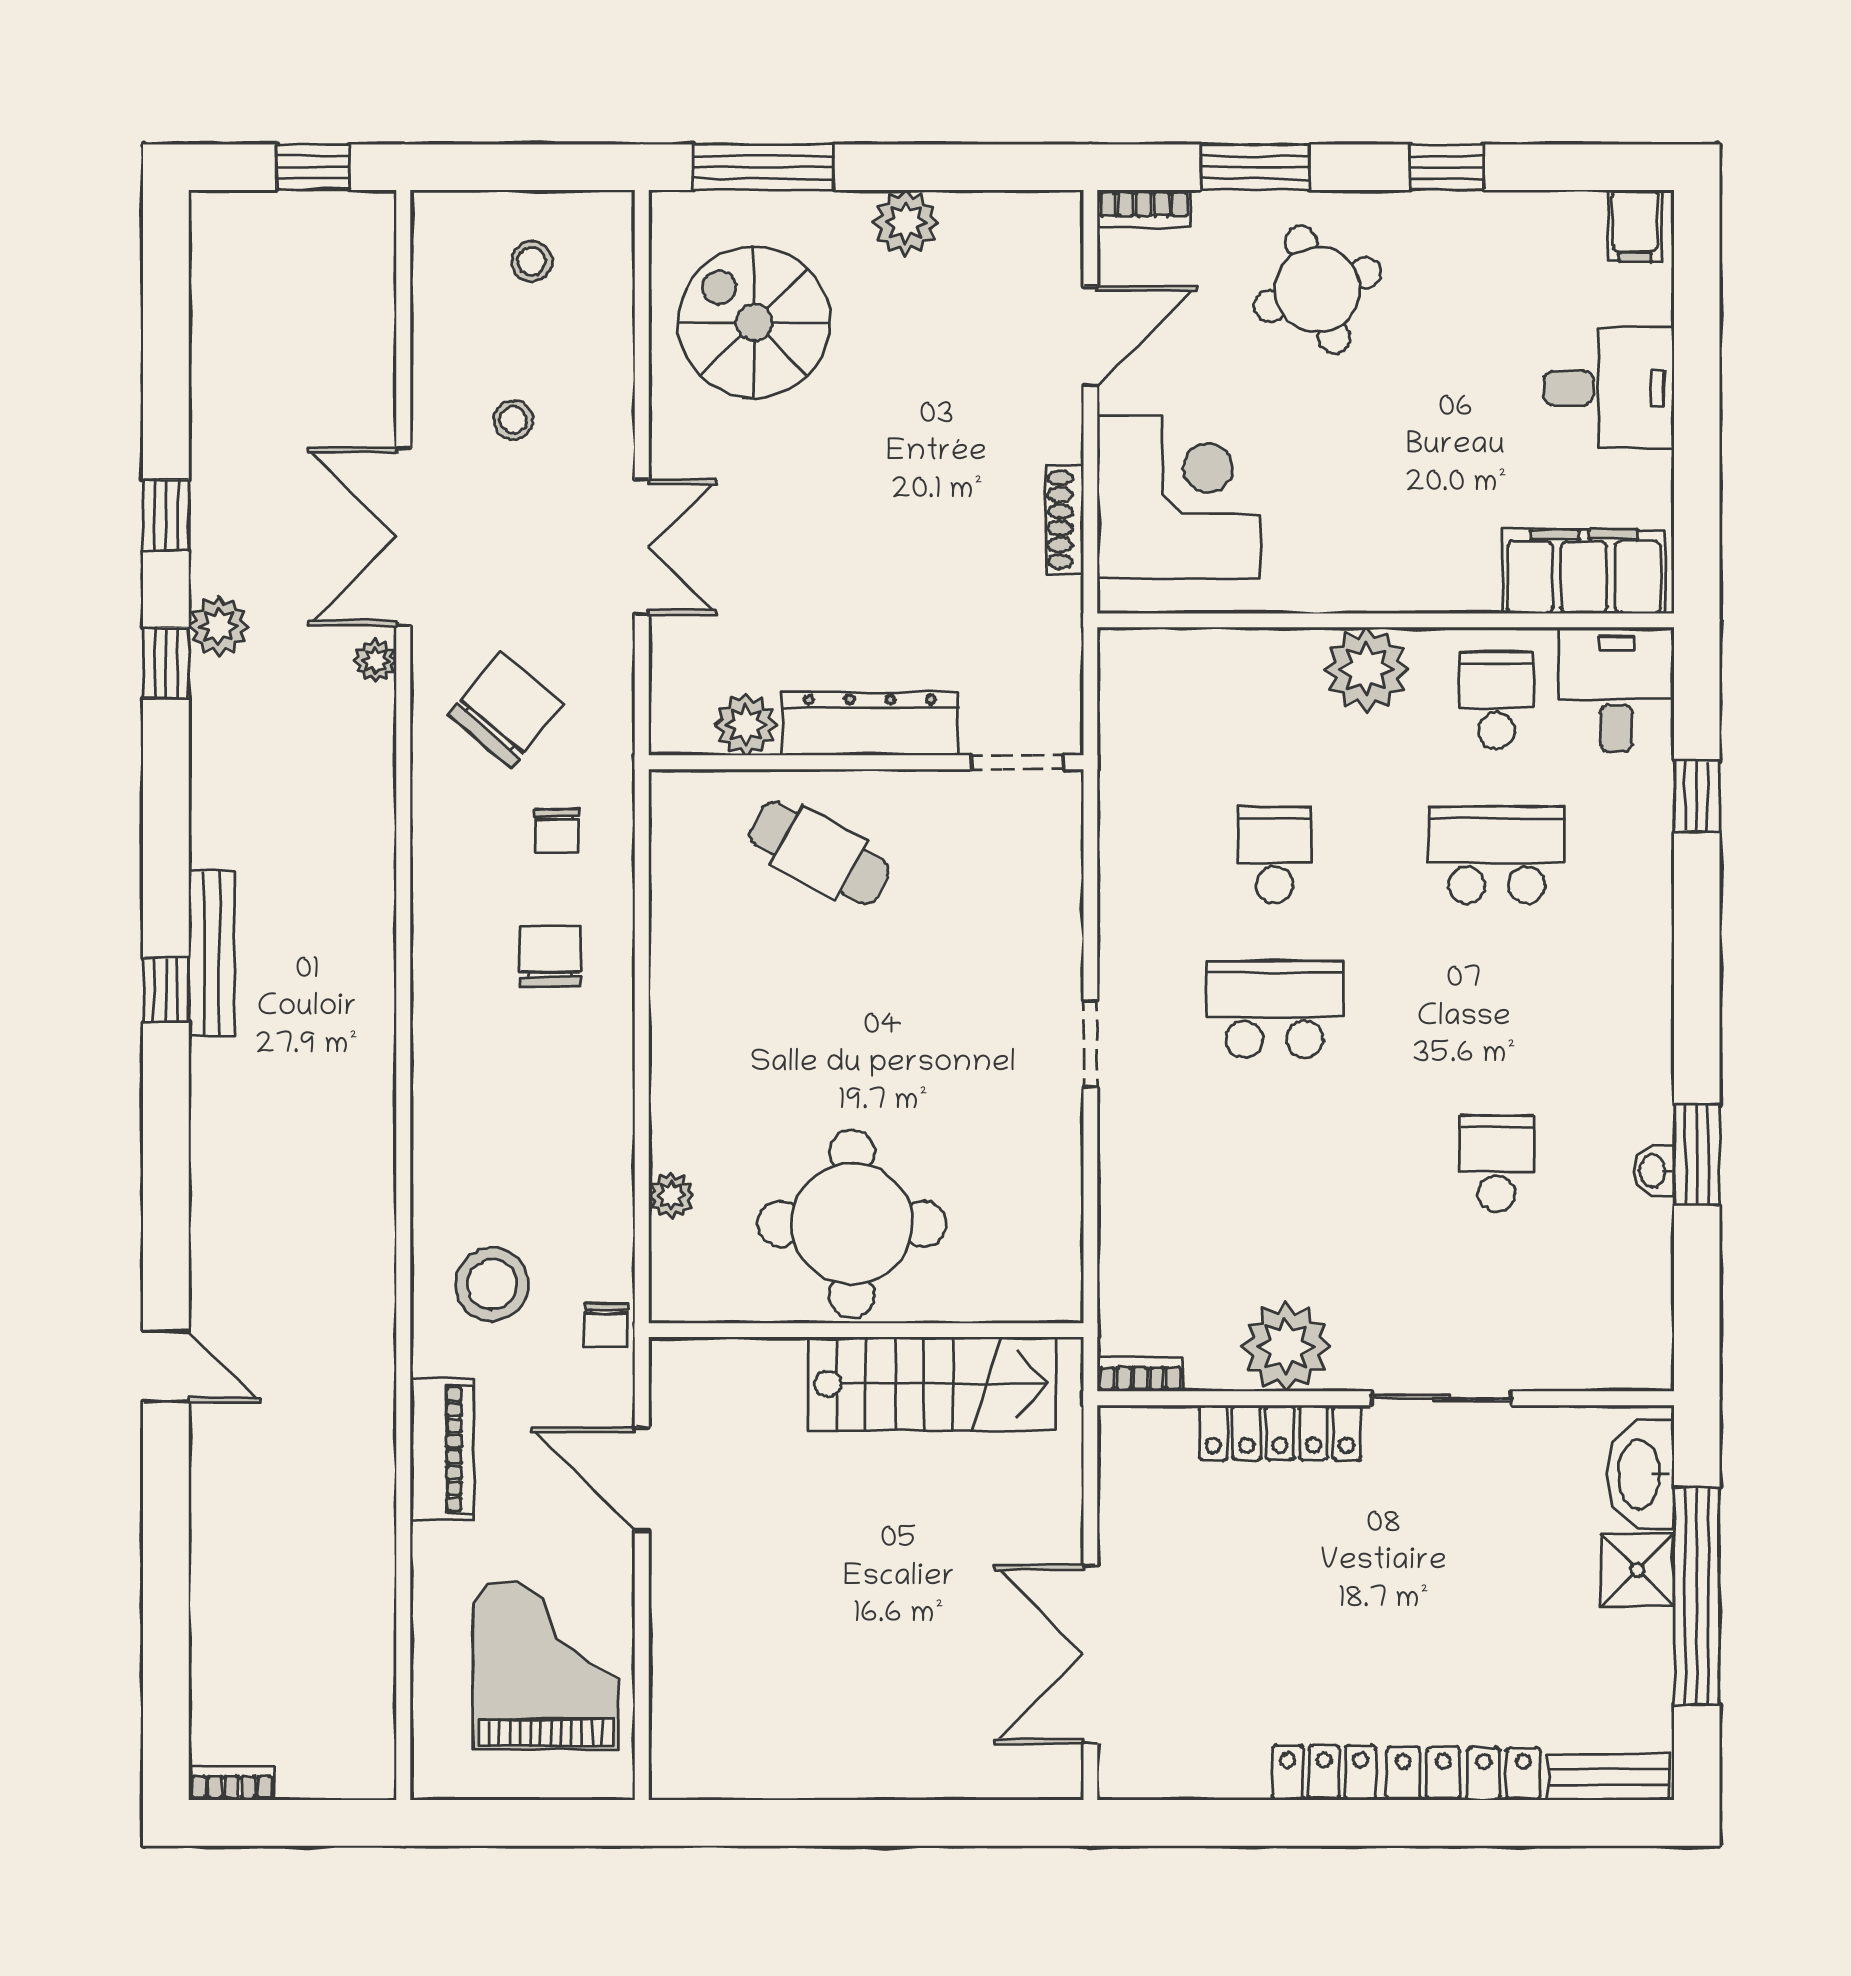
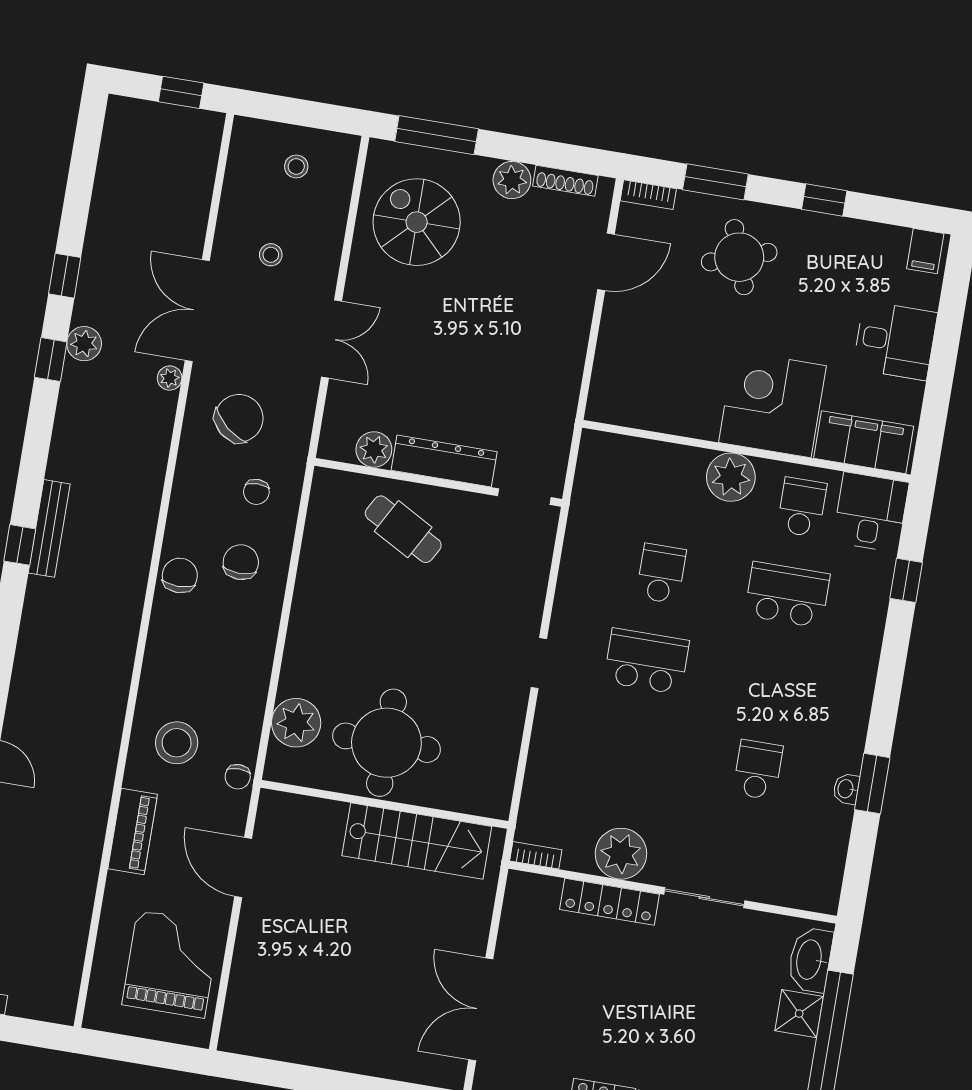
corner desk: (1179, 497) -> (772, 404), moved, turned -90
shoe rack: (1065, 520) -> (565, 181), moved, turned -90
chair: (449, 996) -> (180, 575), added
plant: (671, 1196) -> (296, 723), width x1.87, depth x1.87

